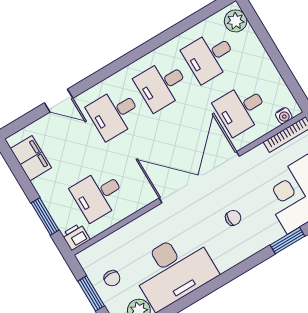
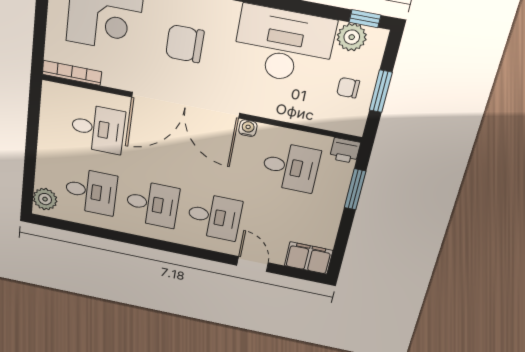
water cooler: (284, 116) -> (248, 128), moved
filing cabinet: (31, 158) -> (309, 258), moved, turned 90
chair: (233, 218) -> (185, 44), width x1.87, depth x1.87
chair: (112, 278) -> (348, 88), turned -90

